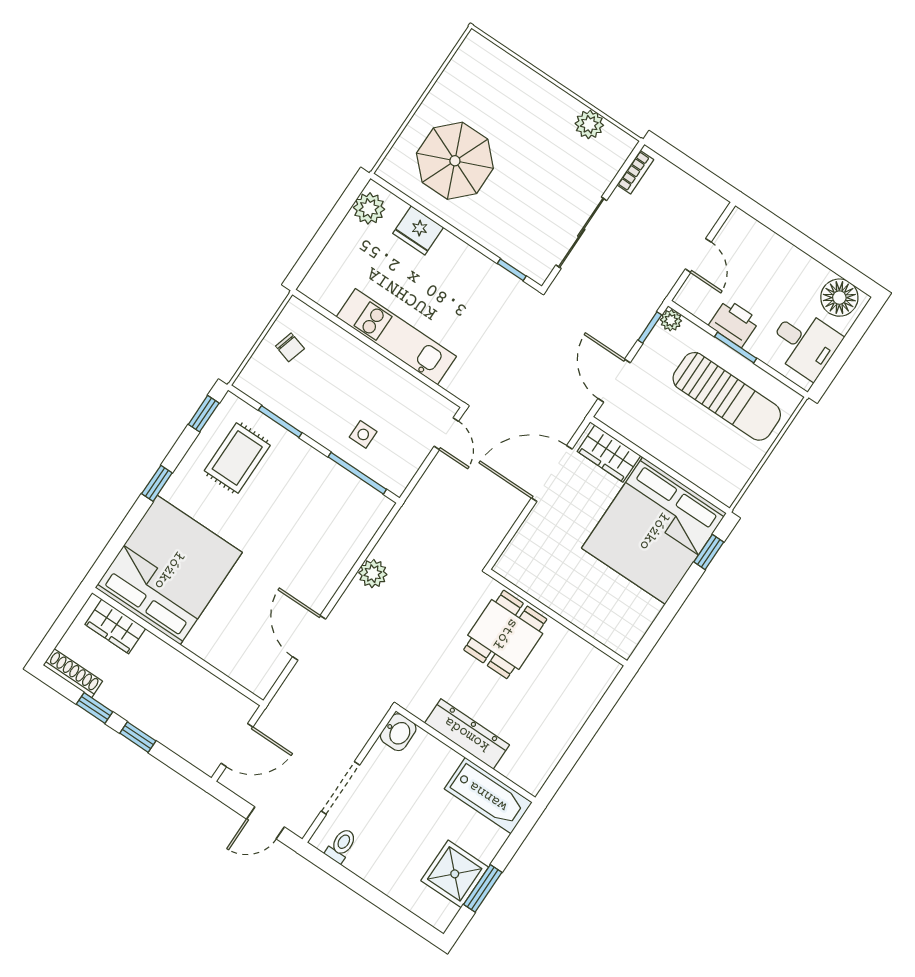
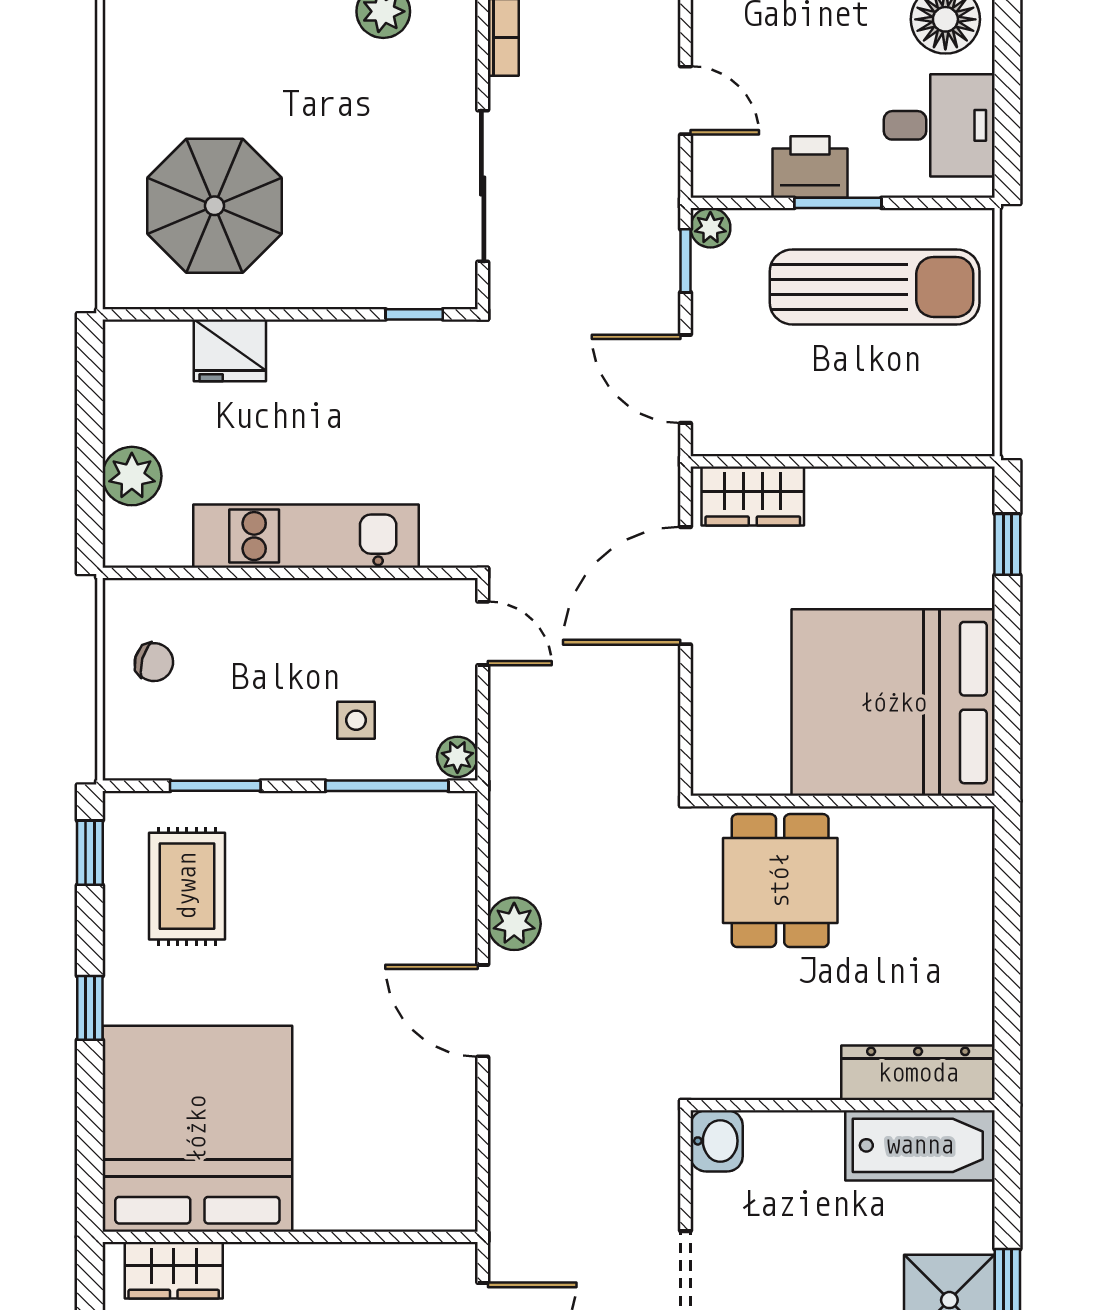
plant: (369, 208) -> (132, 476), moved
plant: (398, 481) -> (457, 757), added
bed: (654, 531) -> (893, 703), moved, turned 90
door: (309, 638) -> (483, 1011), moved
dresser: (467, 734) -> (918, 1073), moved

